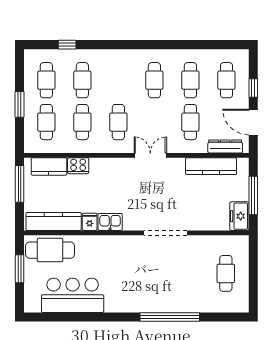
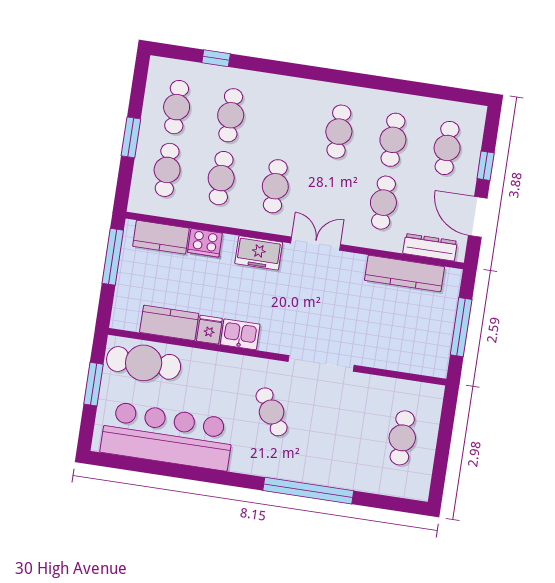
freezer: (239, 216) -> (259, 253), moved, turned -90
kitchen counter: (54, 221) -> (169, 323), width x0.67
cafe table: (138, 269) -> (272, 412), added
bar counter: (73, 295) -> (167, 436), width x1.36

